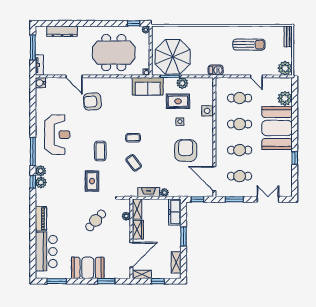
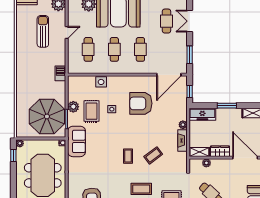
sun lounger: (249, 45) -> (43, 31), moved
cafe table: (240, 176) -> (166, 21), moved

